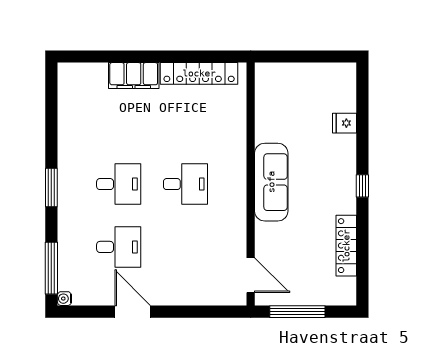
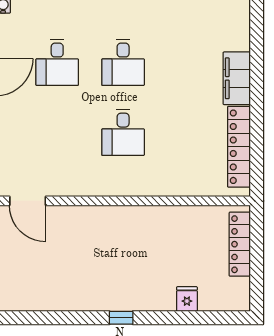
sofa: (271, 182) -> (125, 222), removed
locker: (346, 246) -> (240, 244), moved, turned -90
door: (251, 275) -> (28, 201), hinge flipped

